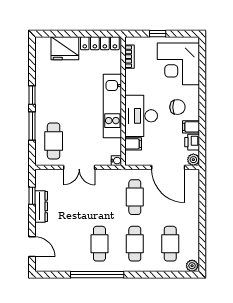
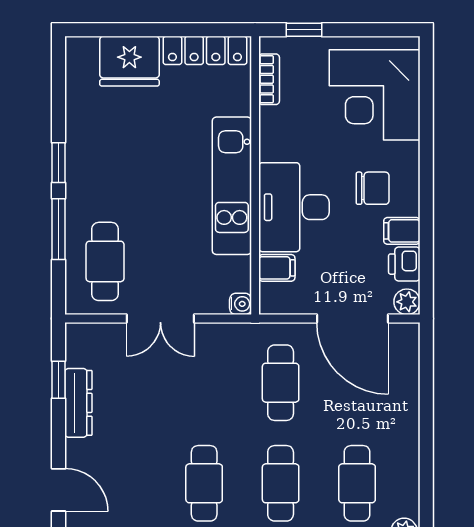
window: (158, 34) -> (304, 30), moved

